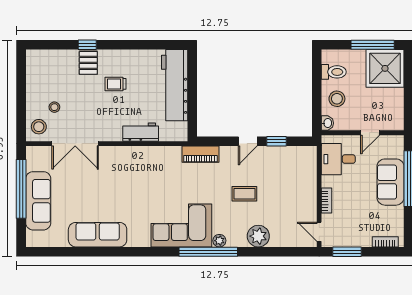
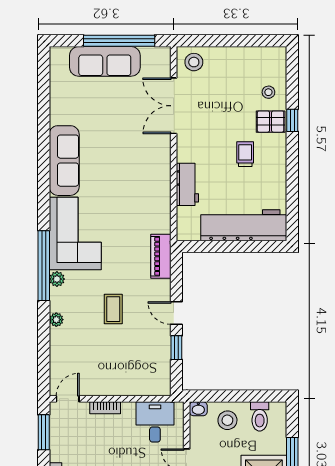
stool: (54, 107) -> (268, 92), moved
sofa: (98, 235) -> (64, 161), moved
plant: (258, 236) -> (56, 320), width x0.53, depth x0.53

